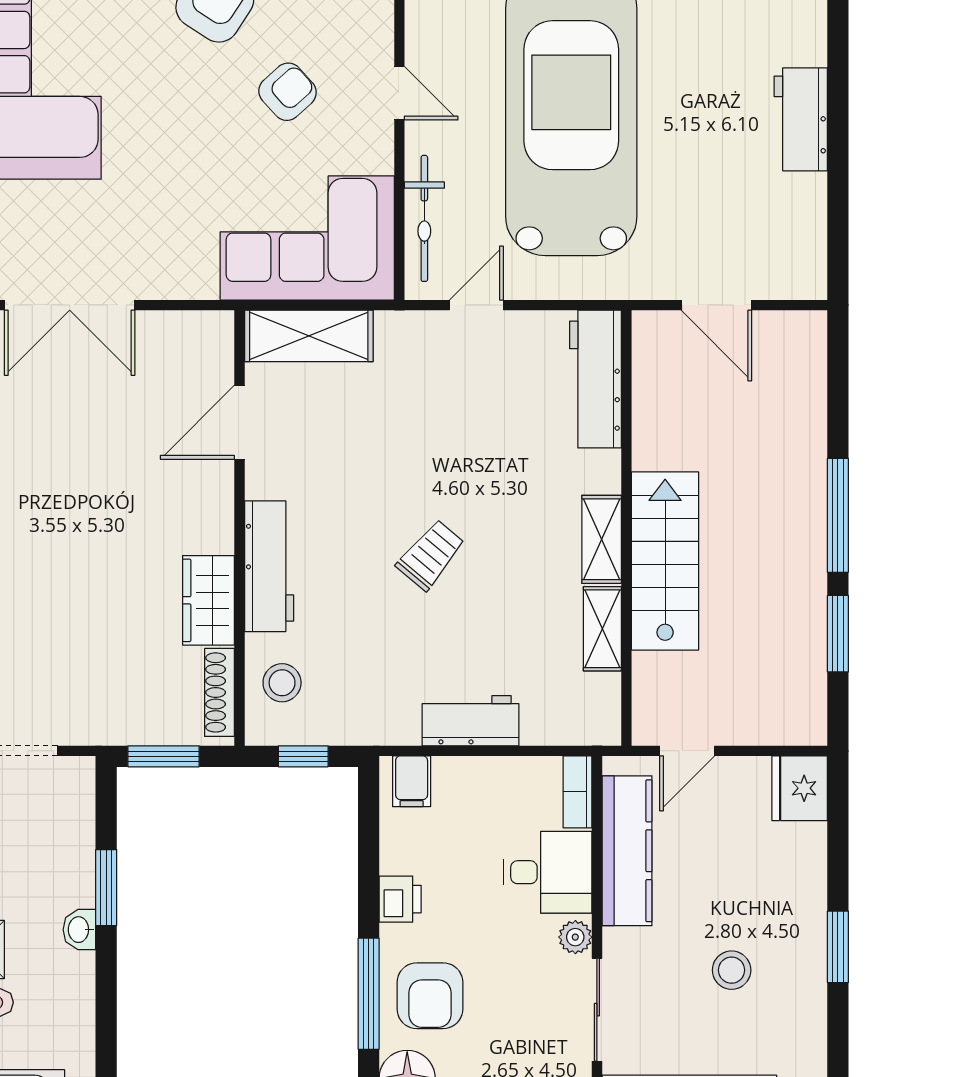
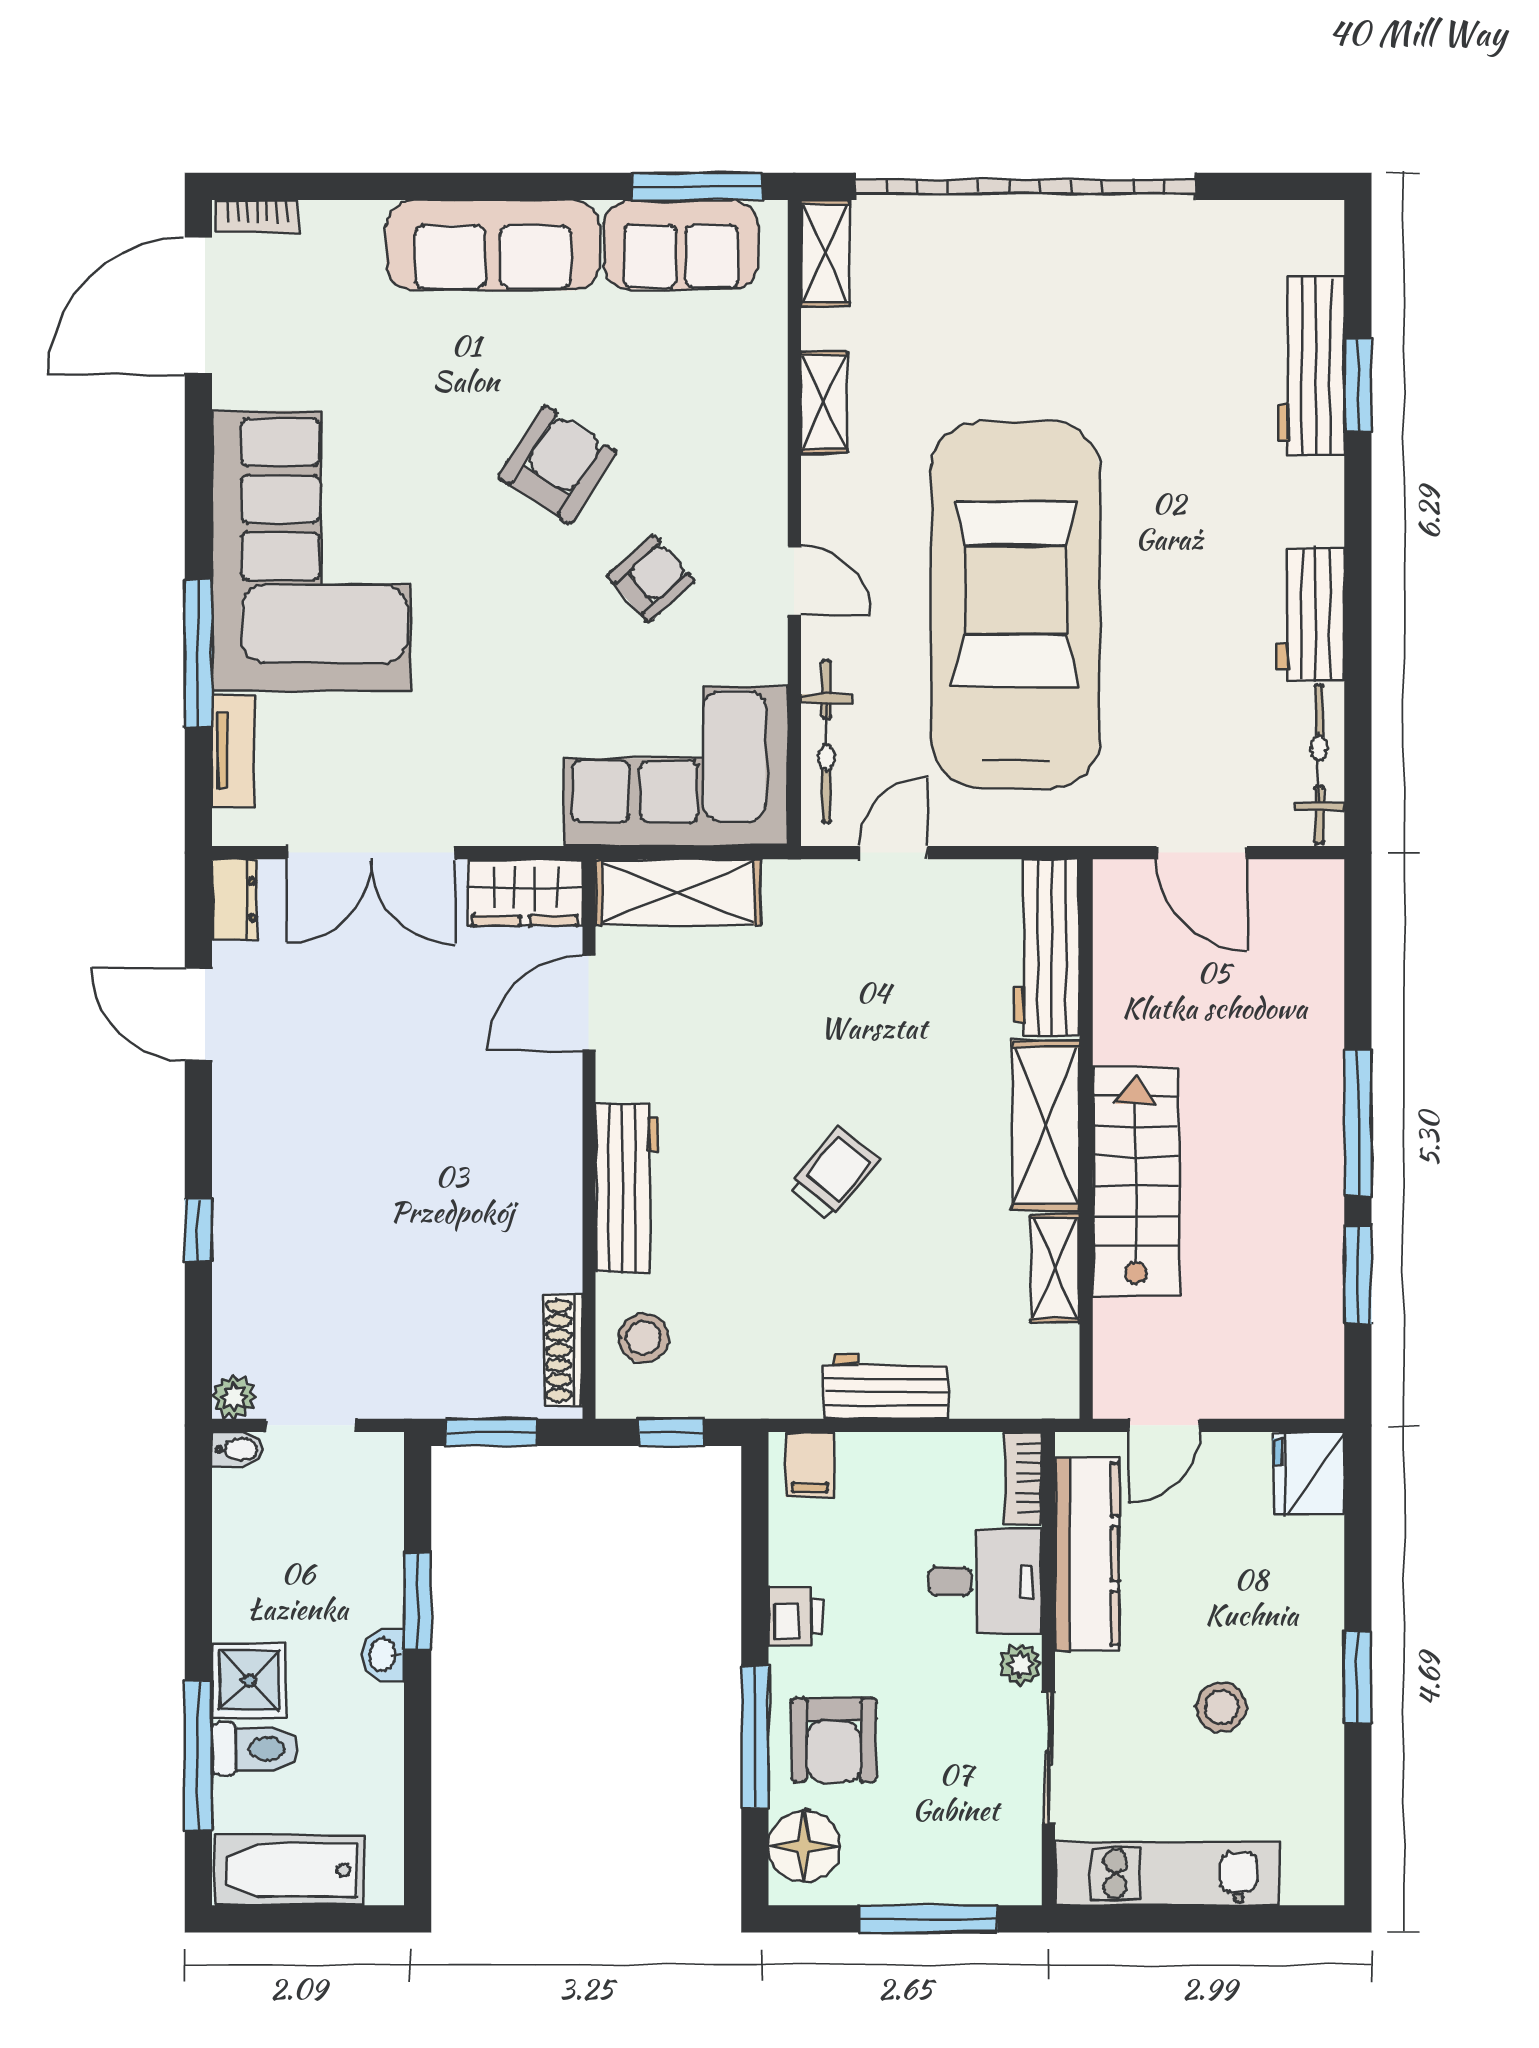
bicycle: (808, 236) -> (1319, 764), added
shelving: (602, 539) -> (1046, 1125), width x1.50, depth x1.33
wardrobe: (208, 600) -> (525, 893), moved, turned -90

